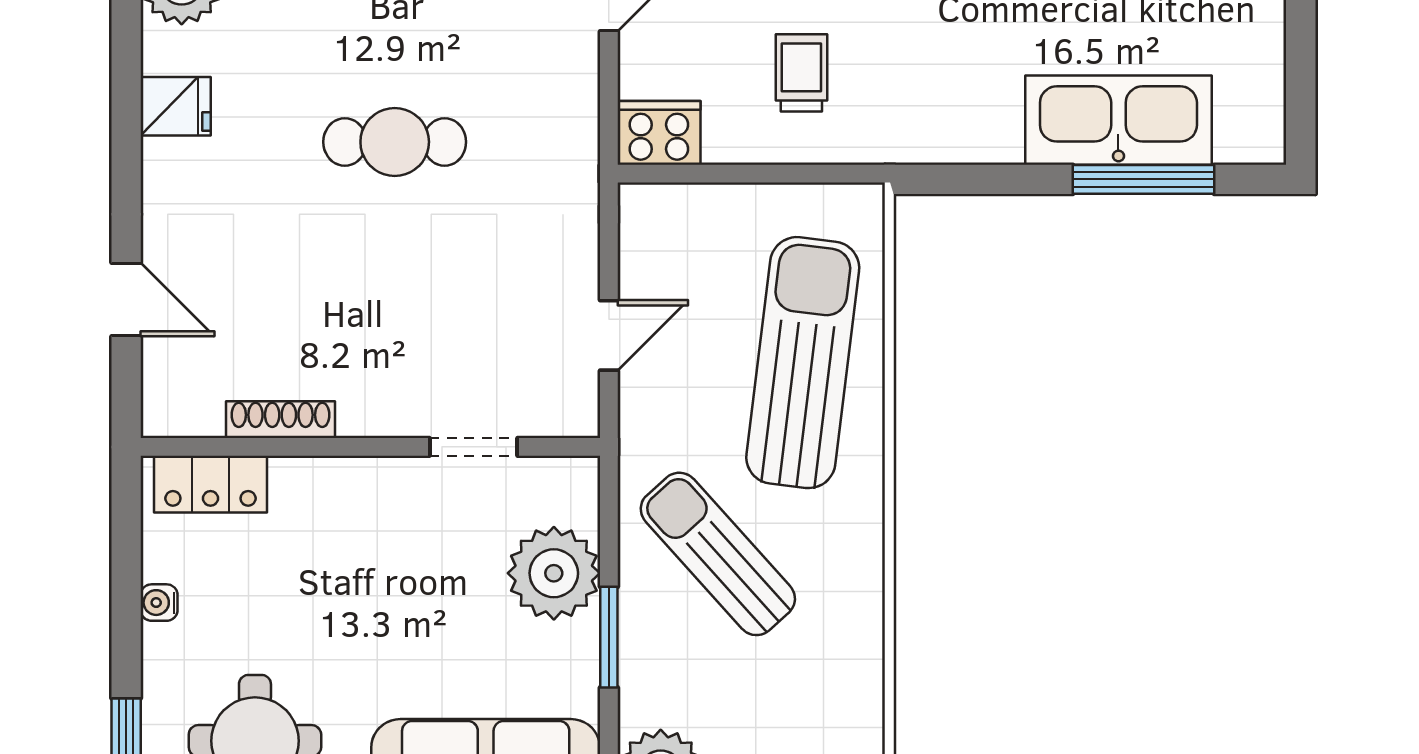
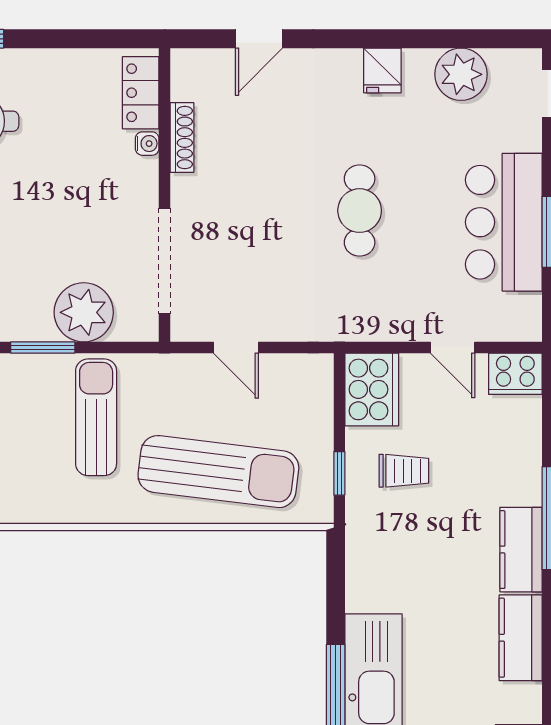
cooker: (659, 133) -> (372, 389), width x1.37, depth x1.31
window: (805, 174) -> (339, 473), added
doorway: (473, 447) -> (165, 261), width x1.88
sun lounger: (718, 554) -> (96, 417), turned -48
water cooler: (159, 603) -> (147, 144), moved, turned 90

